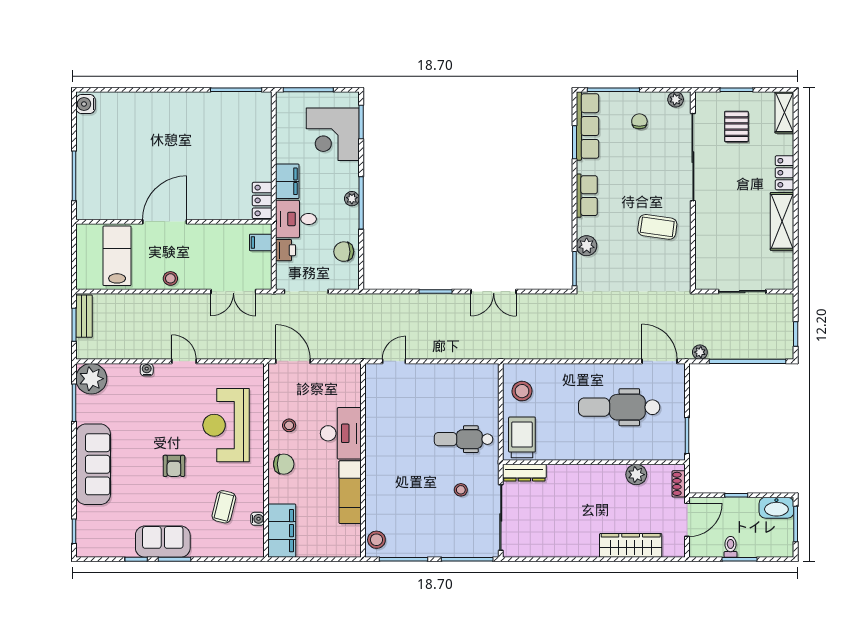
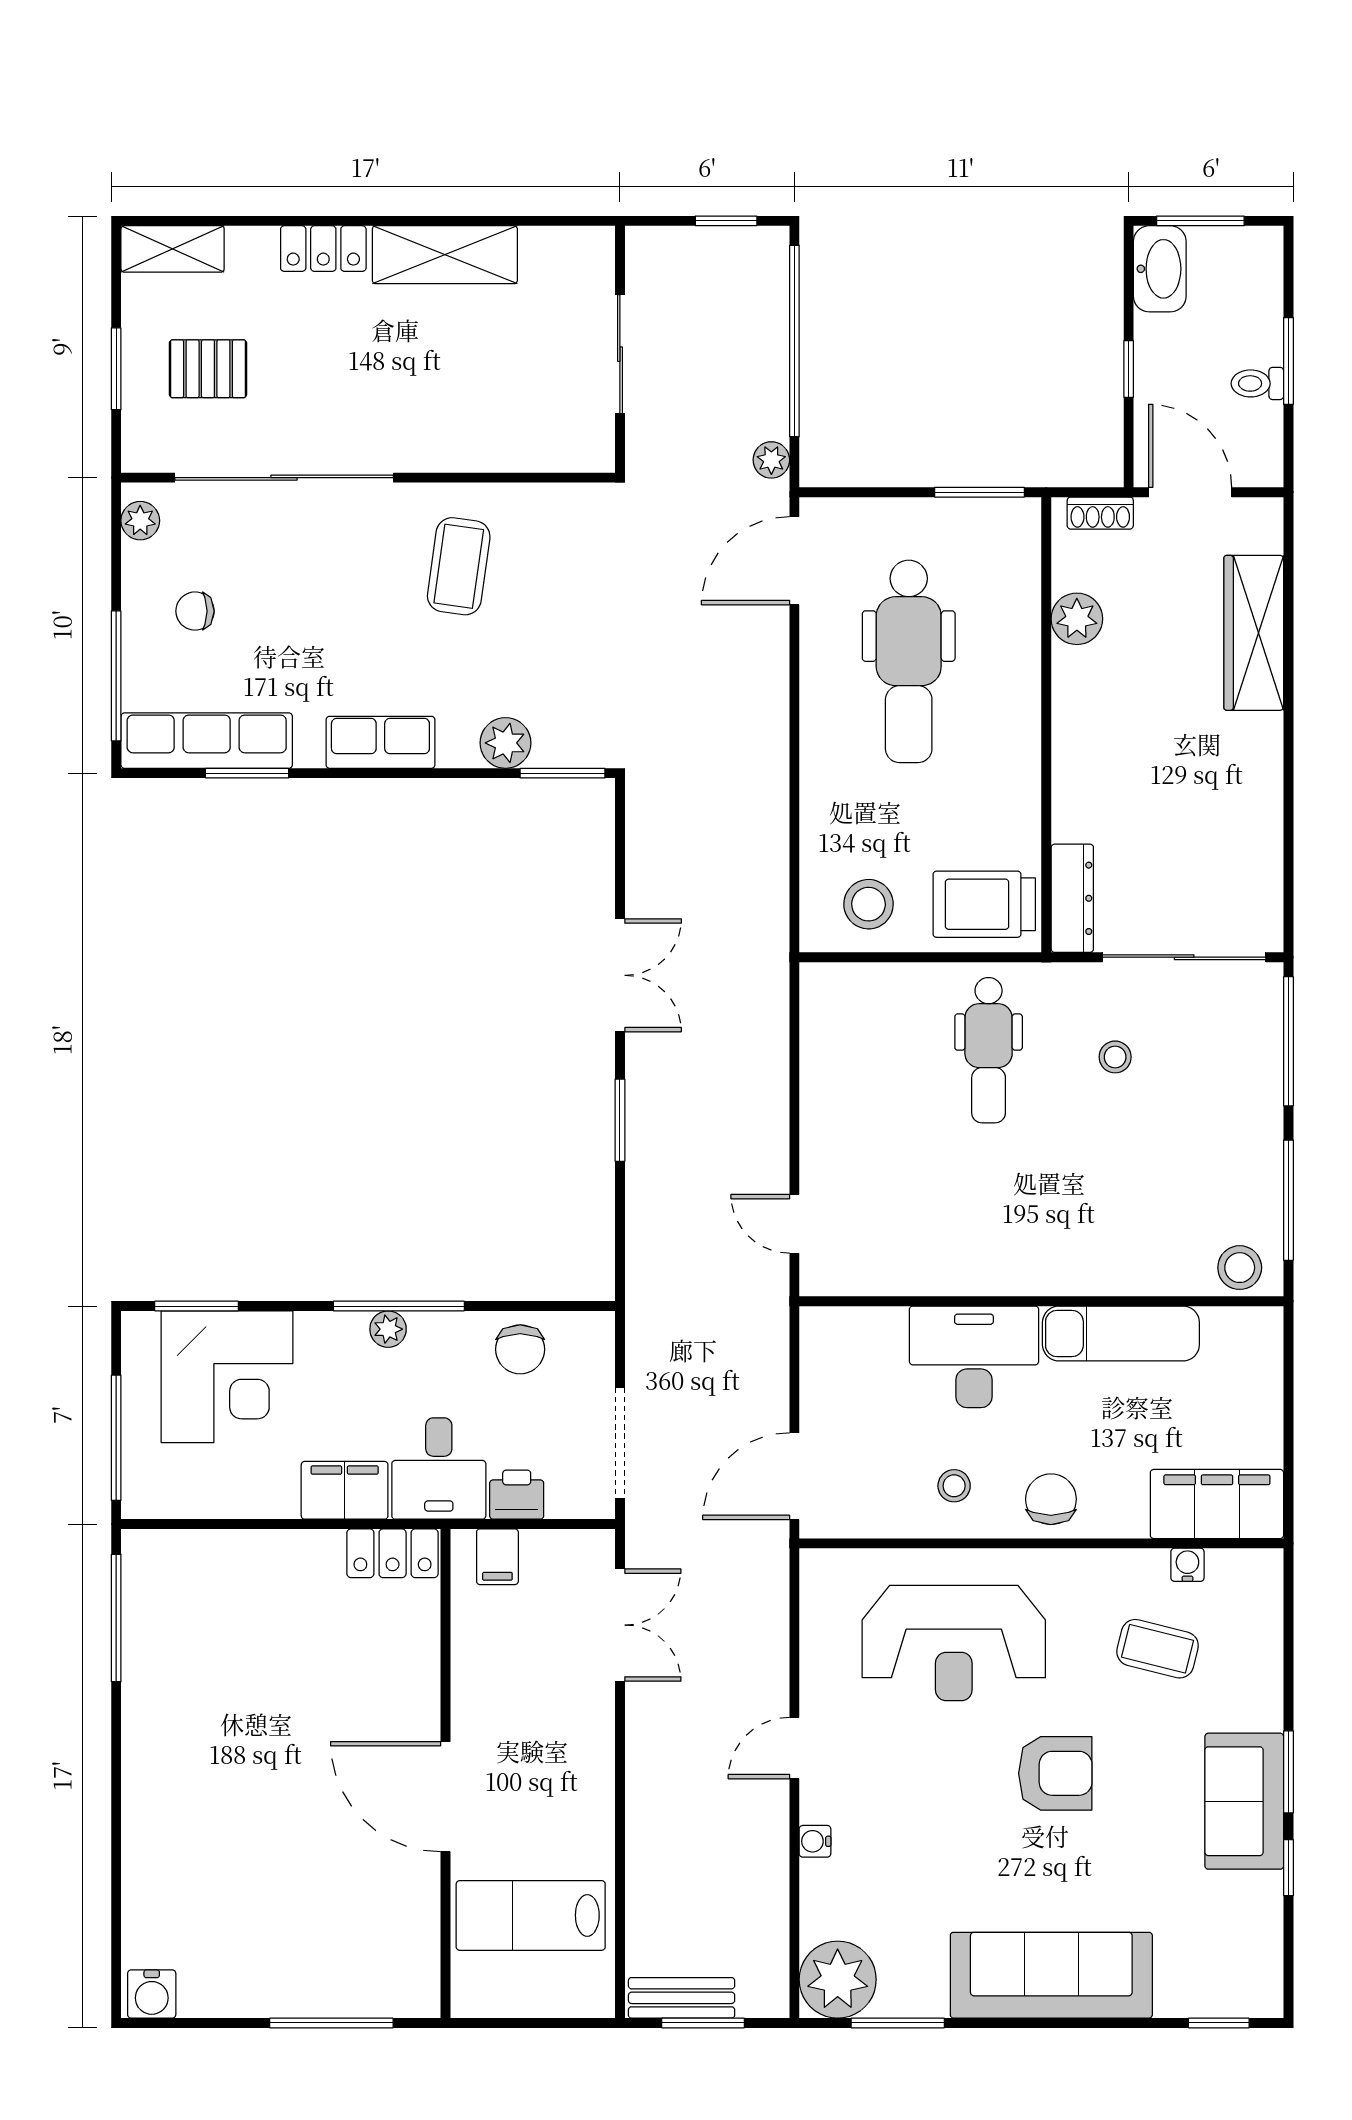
stool: (170, 278) -> (587, 1782), removed
armchair: (174, 466) -> (1055, 1773), width x1.38, depth x1.38

